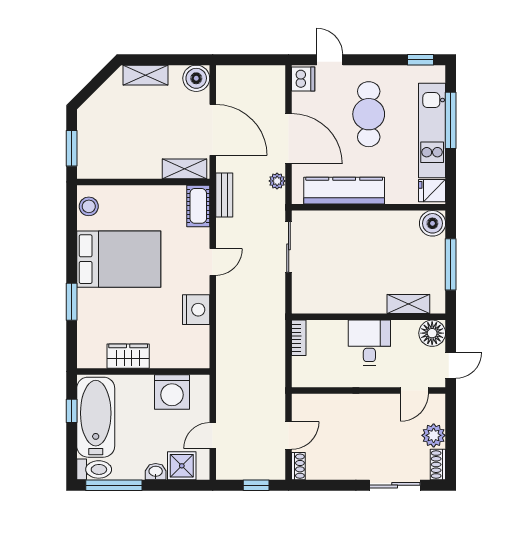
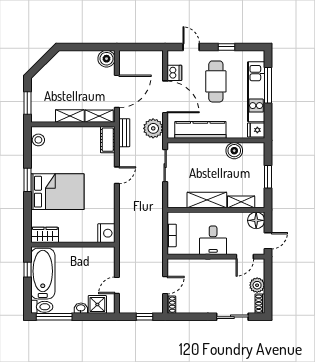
window: (421, 60) -> (226, 47), moved
shelving: (145, 75) -> (70, 116), moved
dishwasher: (303, 79) -> (174, 73), moved
door: (213, 130) -> (117, 91), hinge flipped
plant: (277, 181) -> (153, 128), width x1.87, depth x1.87
boiler: (432, 223) -> (234, 151), moved
bed: (119, 259) -> (57, 192), moved
window: (451, 264) -> (268, 177), width x0.69
shelving: (354, 301) -> (207, 200), added
window: (72, 302) -> (27, 180), moved
nightstand: (196, 310) -> (106, 233), moved
bookcase: (299, 338) -> (172, 235), moved
desk: (369, 343) -> (213, 240), moved, turned 180
wardrobe: (128, 356) -> (45, 235), moved
washing machine: (172, 392) -> (91, 258), removed

